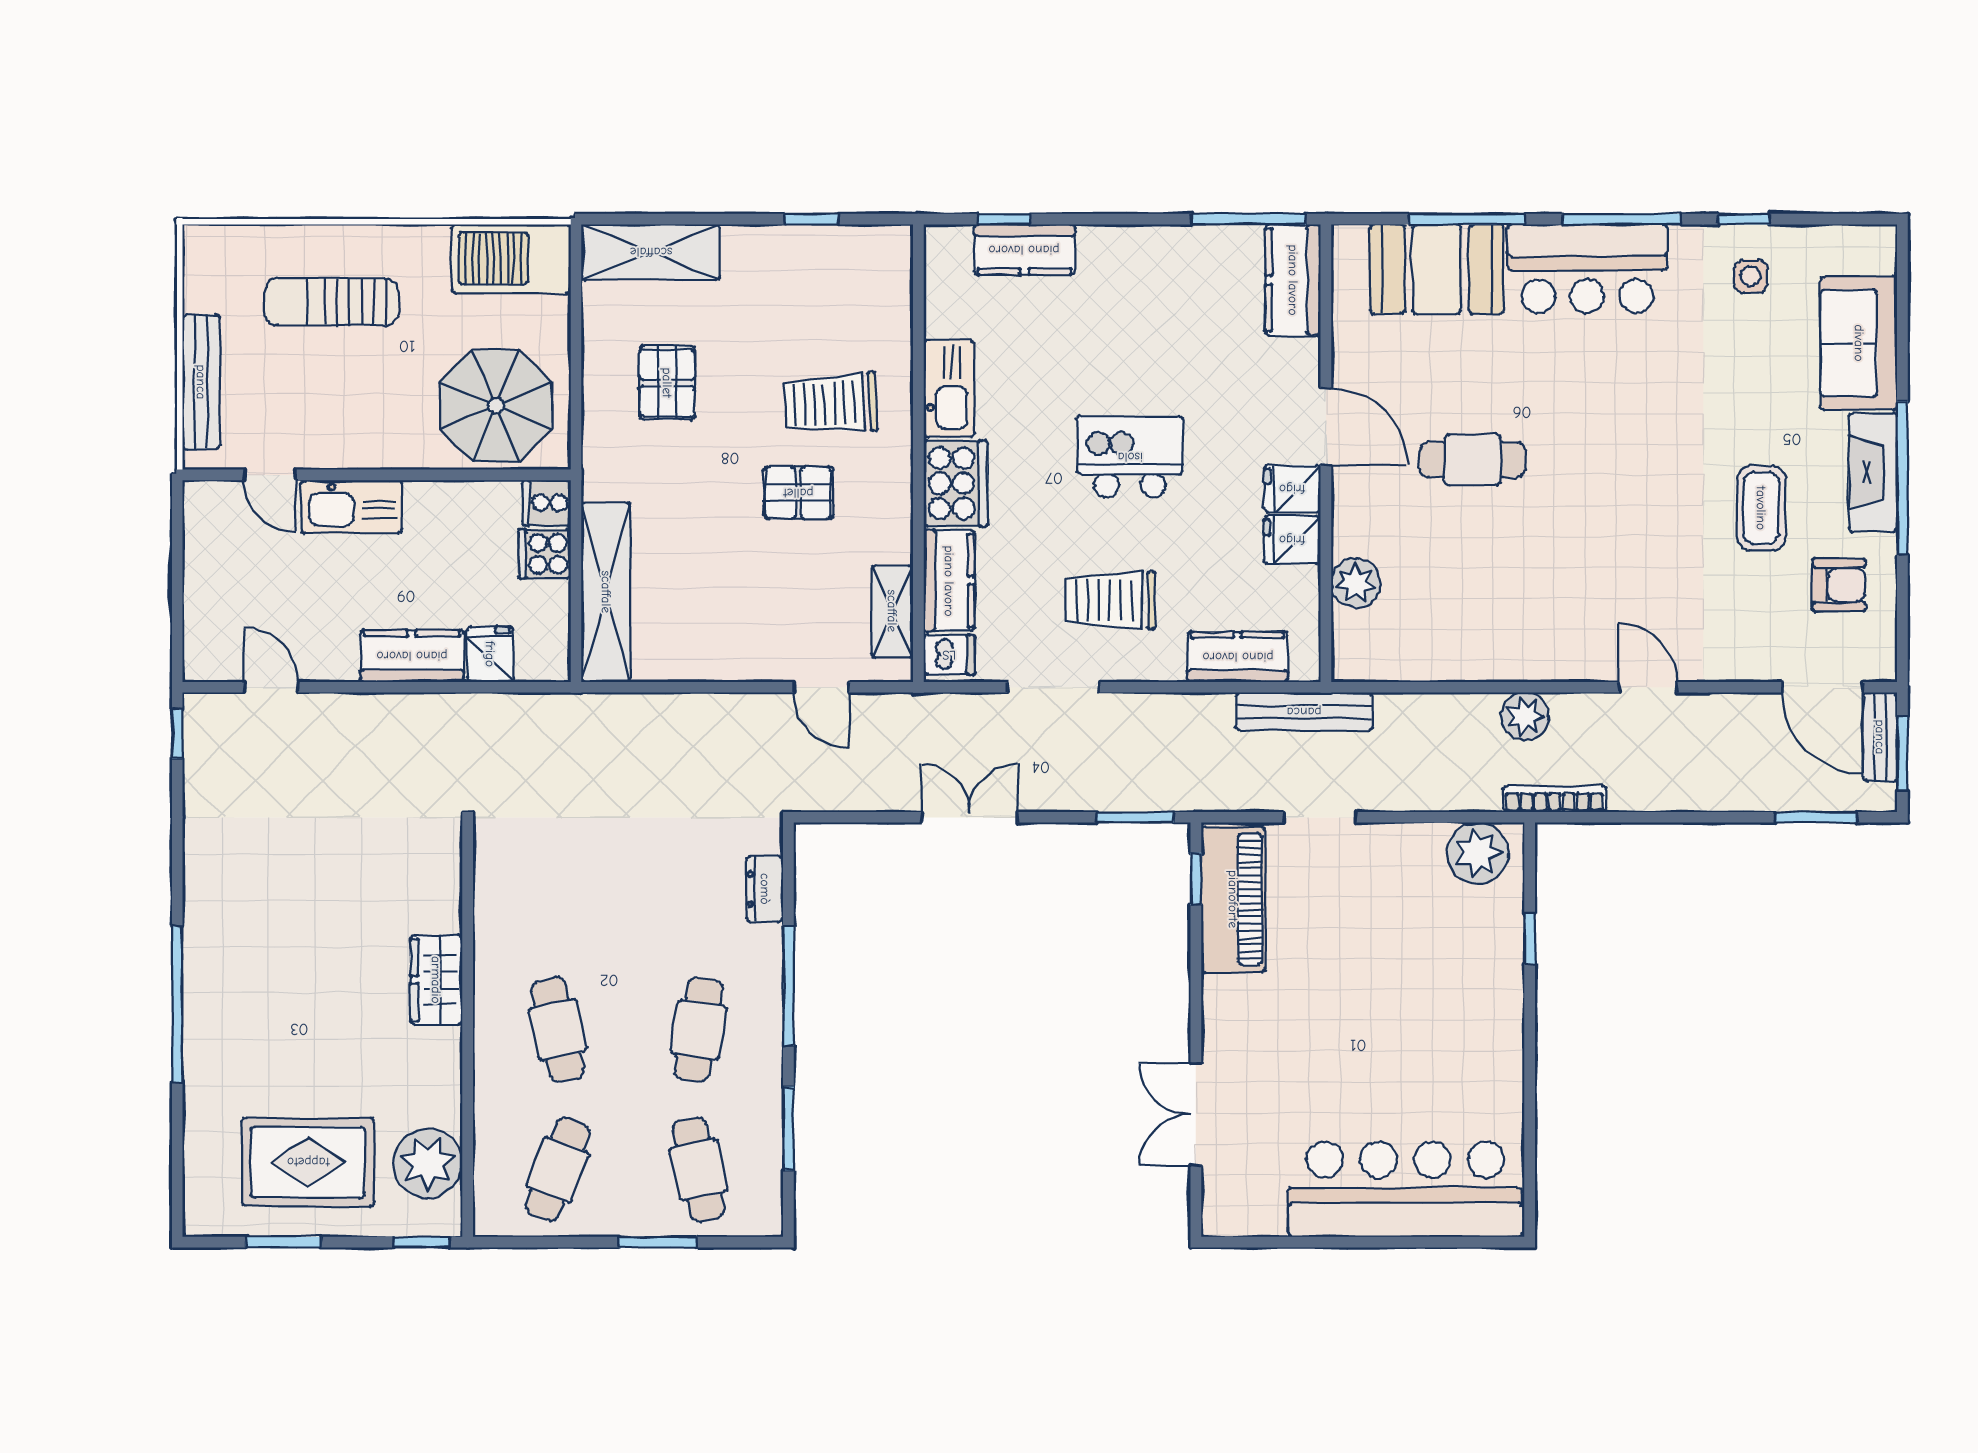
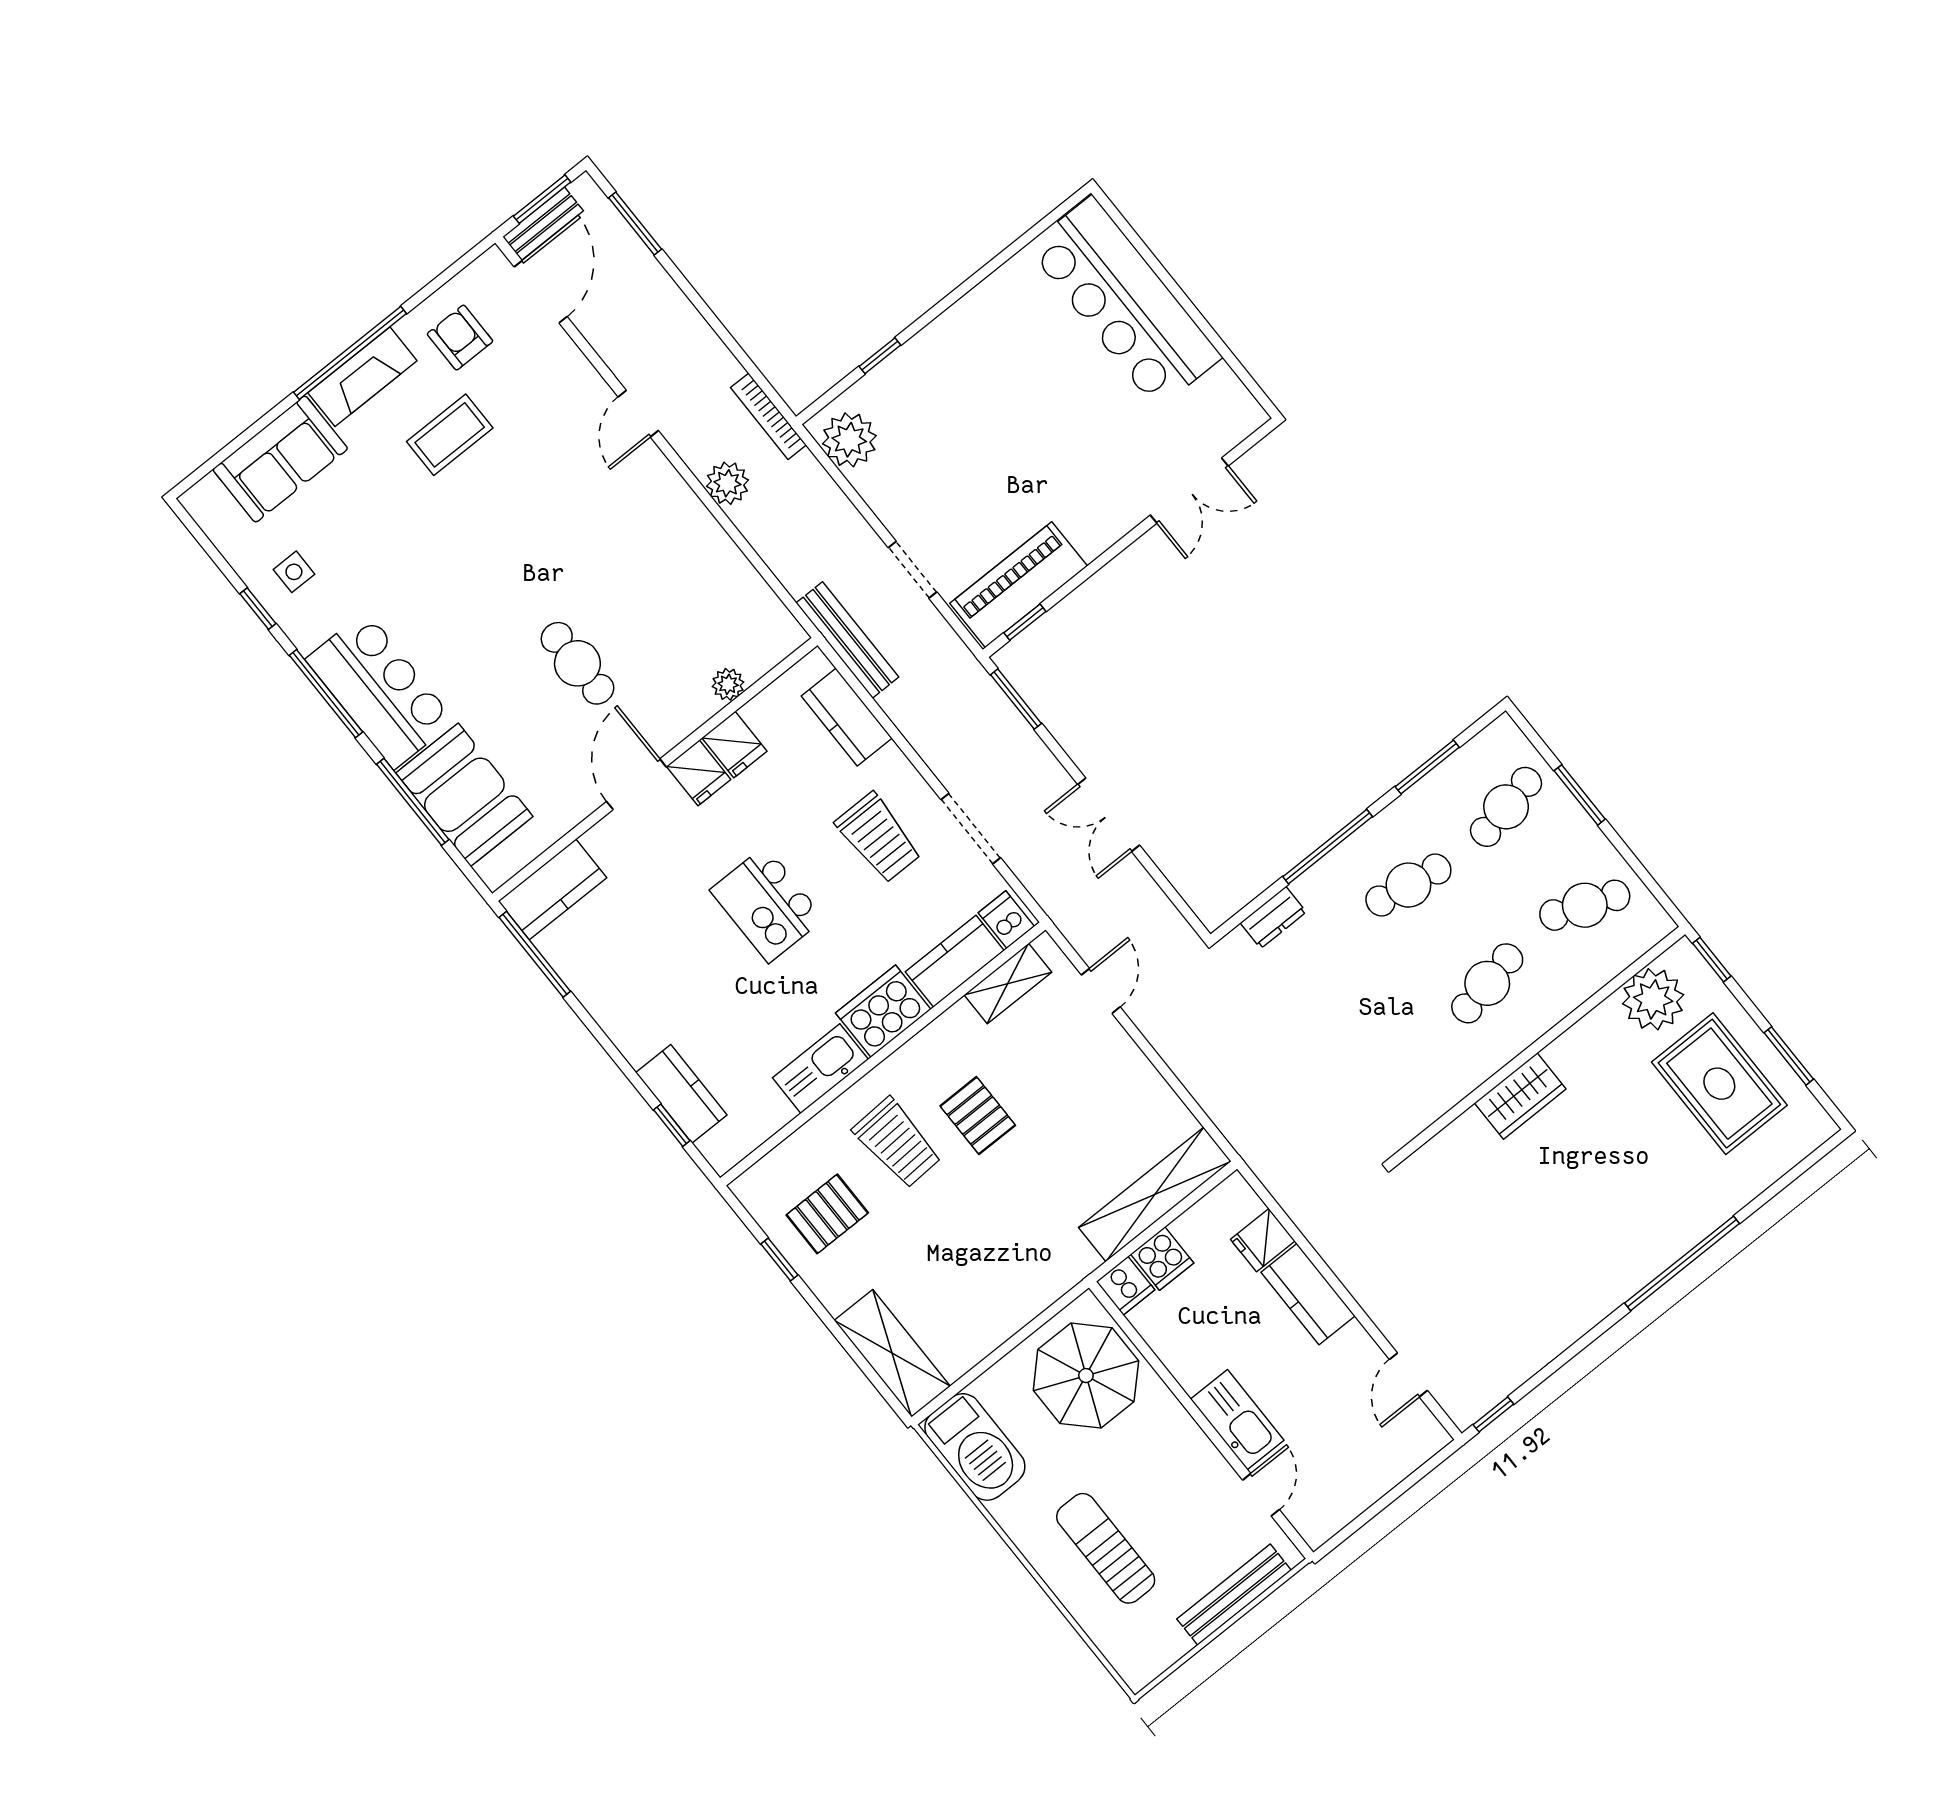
sun lounger: (331, 302) -> (1106, 1548), turned 180
pallet: (667, 383) -> (827, 1214), moved
plant: (1356, 583) -> (728, 684), width x0.73, depth x0.73

